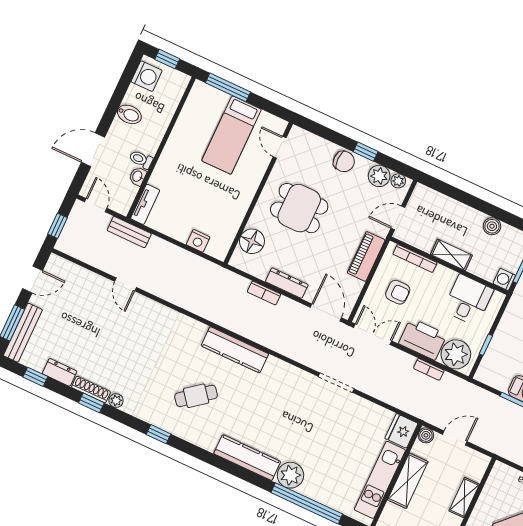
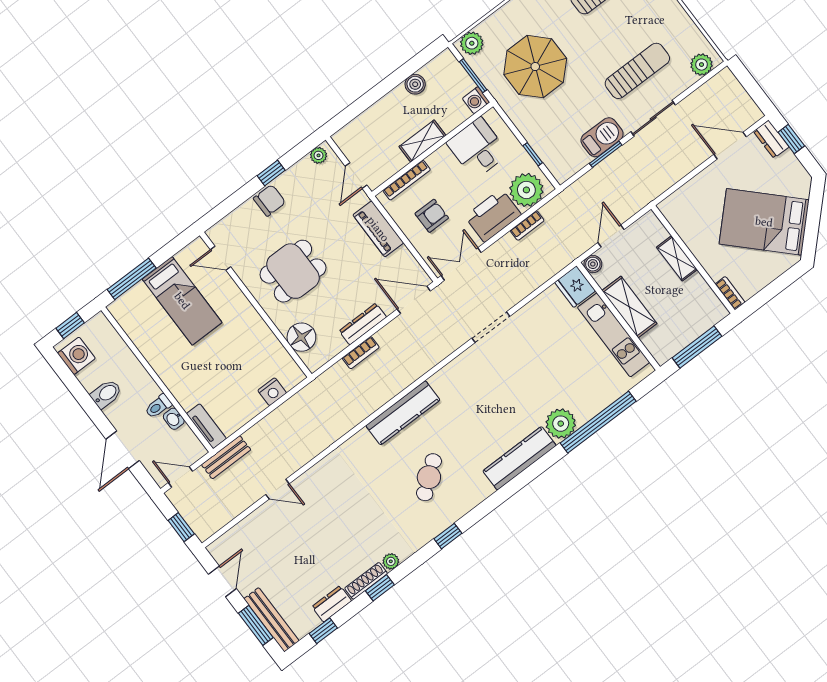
plant: (379, 176) -> (303, 172), removed

